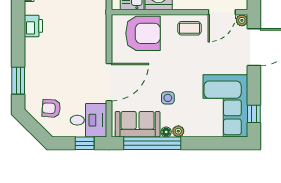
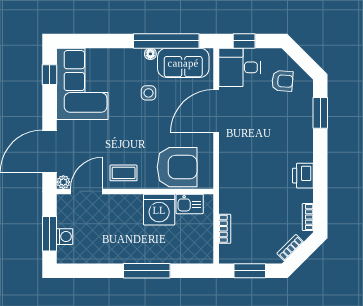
armchair: (143, 33) -> (177, 167), turned 180
plant: (178, 131) -> (137, 55), removed

